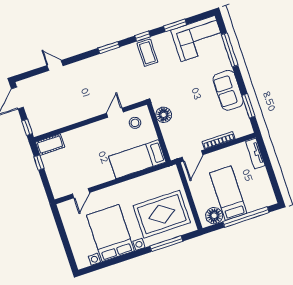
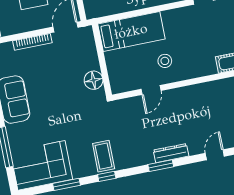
window: (109, 48) -> (161, 166), moved
dresser: (92, 62) -> (171, 153), added
door: (55, 66) -> (215, 155), swing flipped
stool: (135, 123) -> (165, 61), moved

